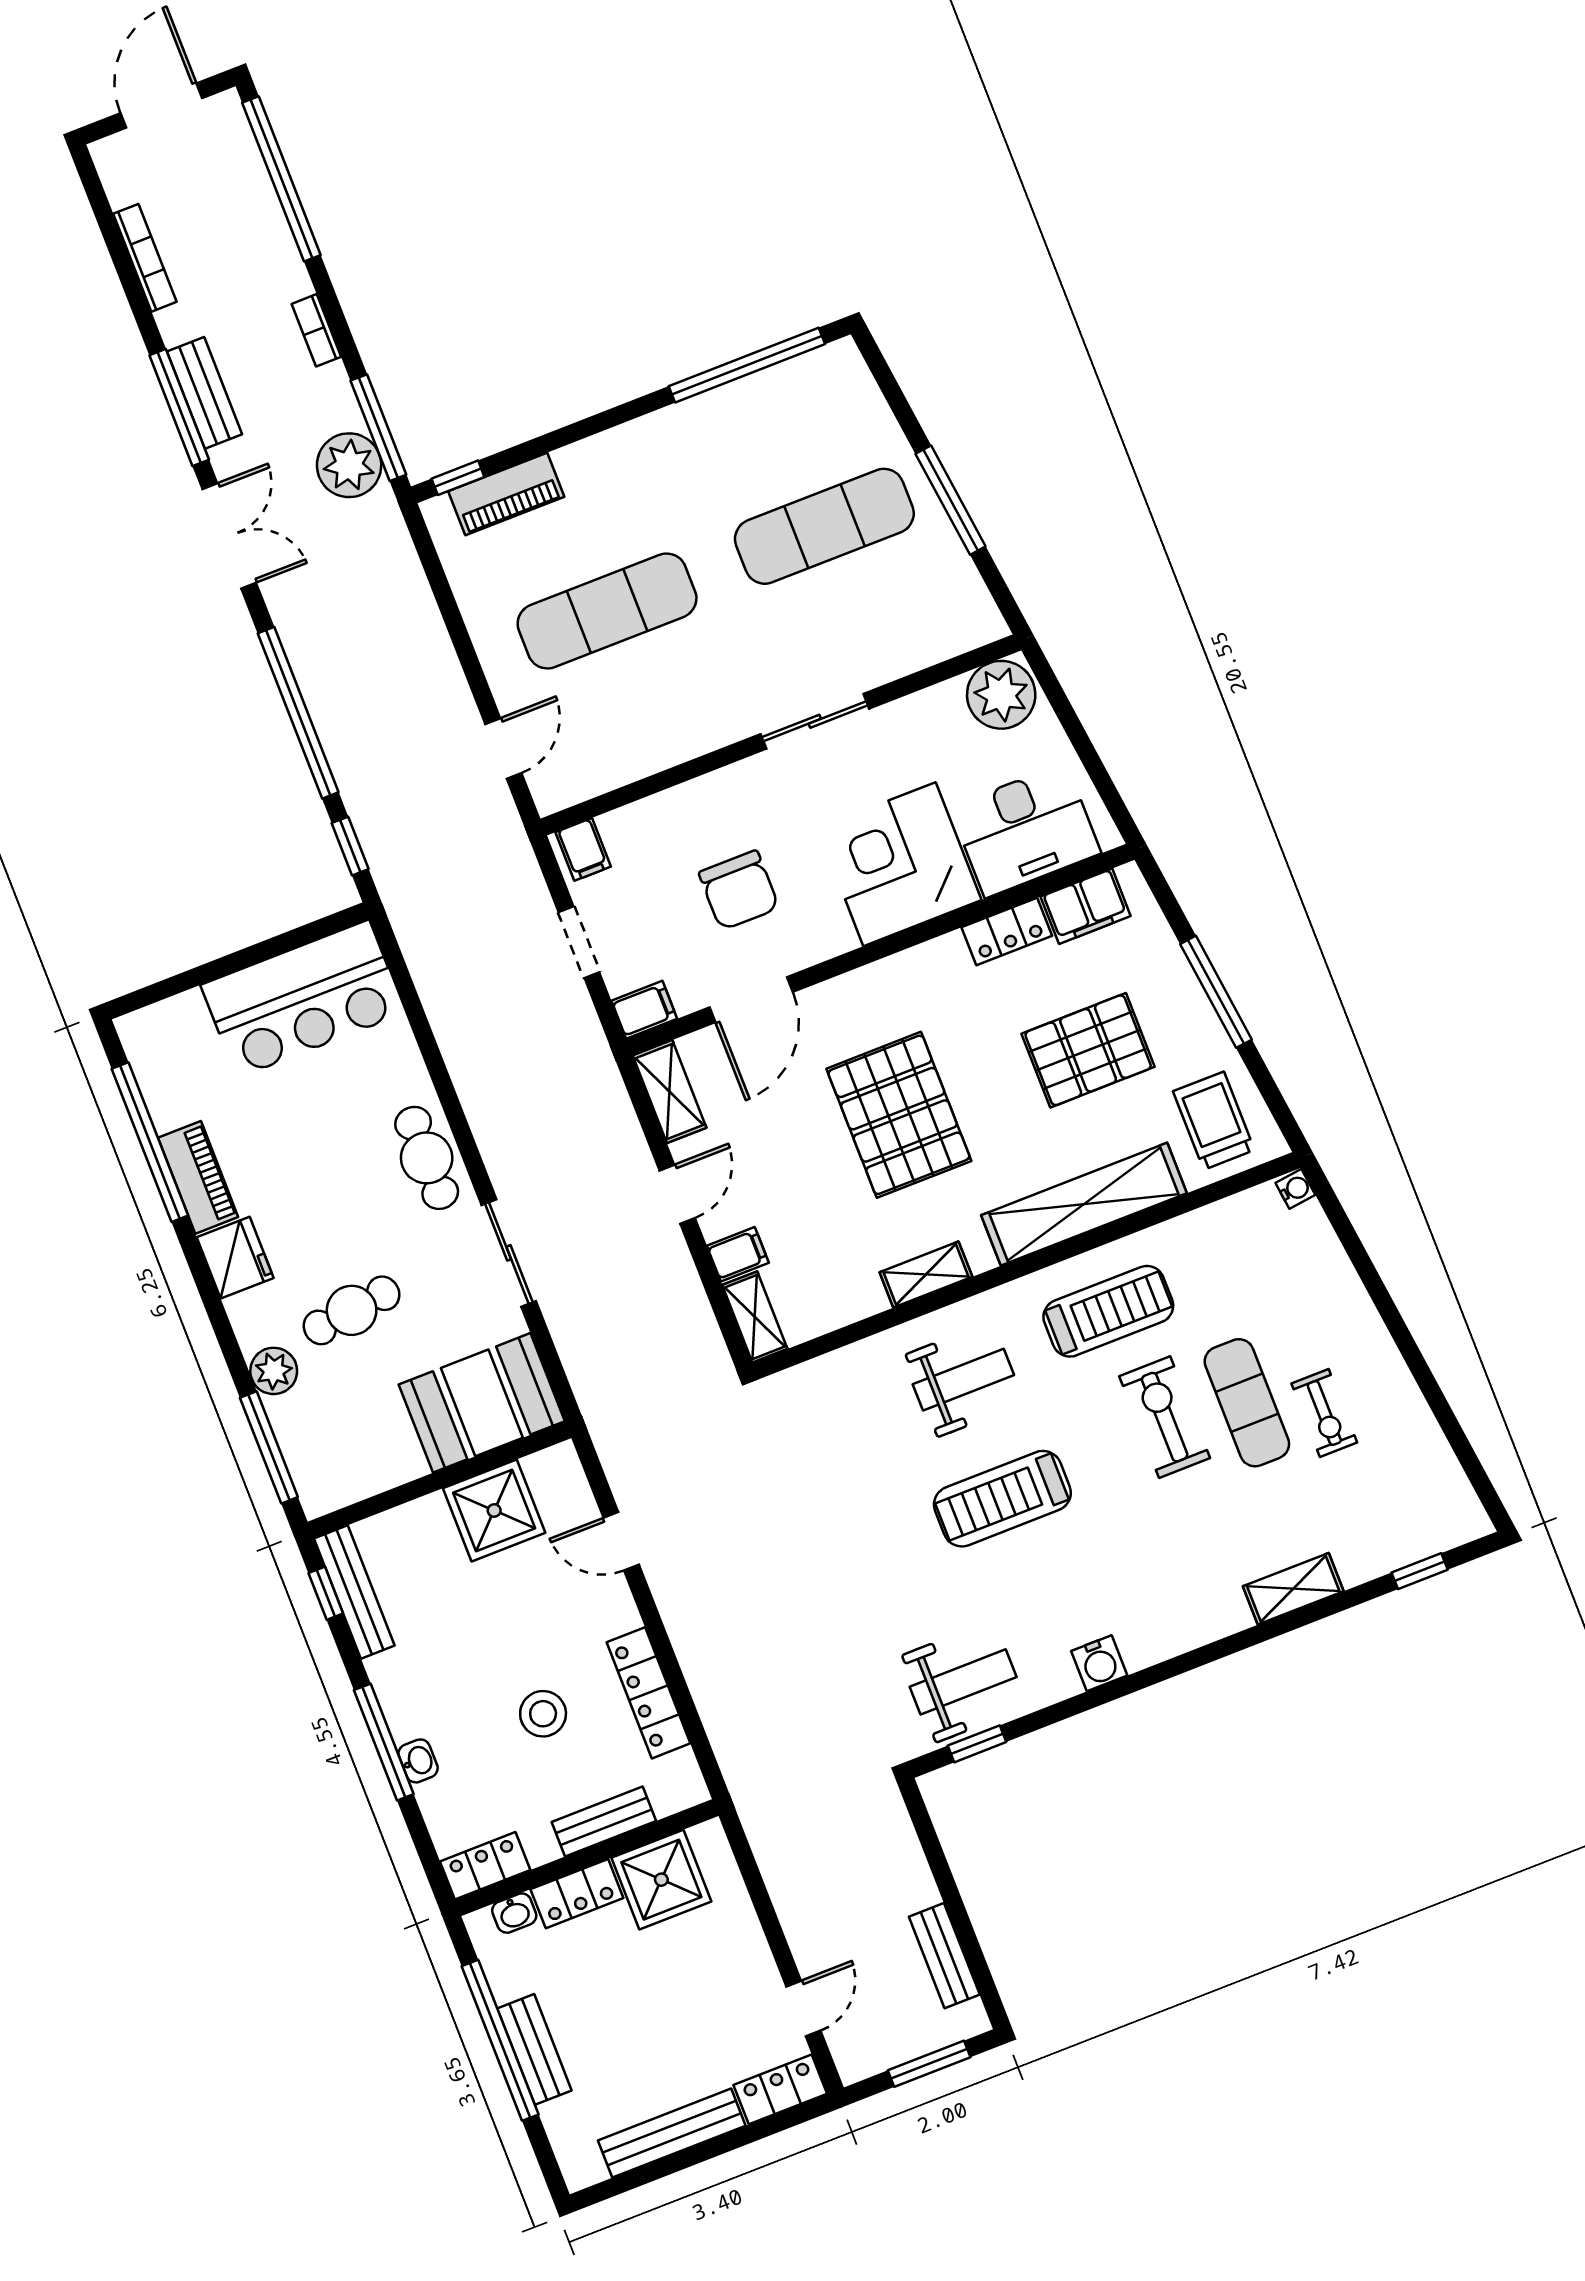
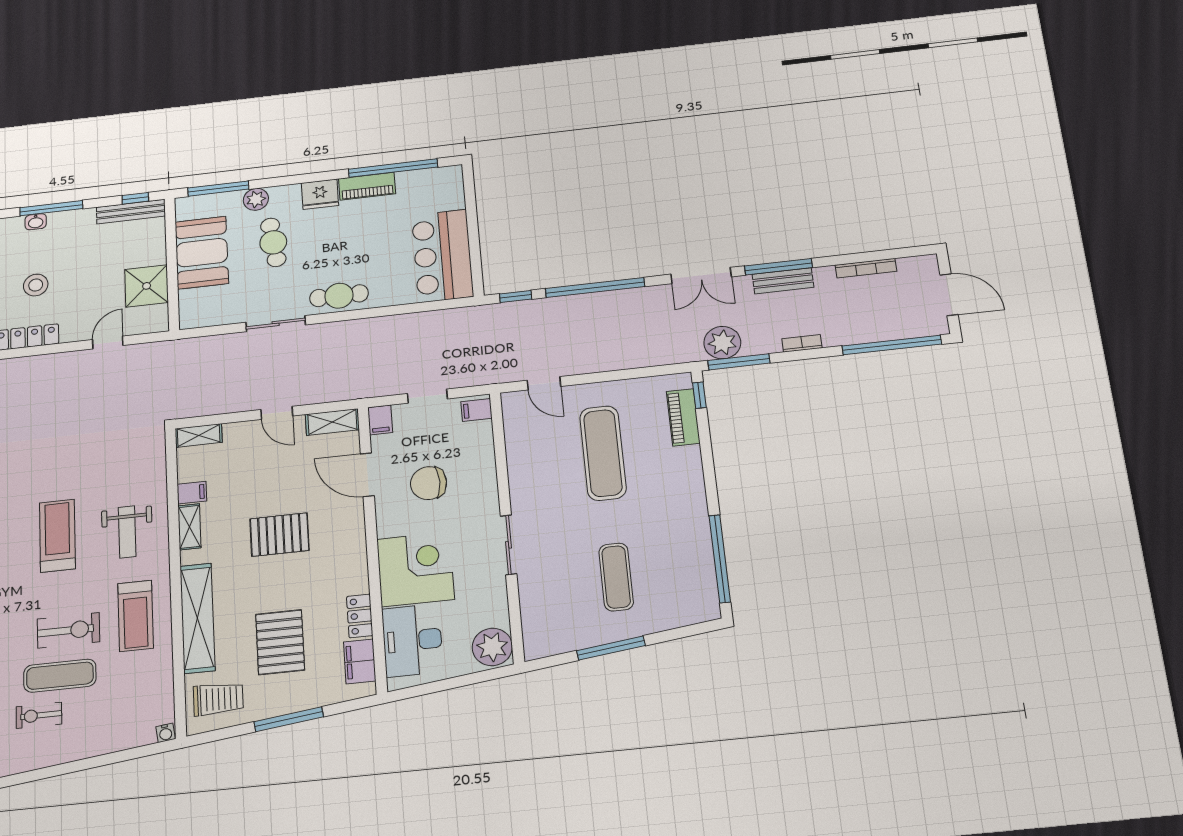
exercise mat: (824, 526) -> (616, 577), width x0.73, depth x0.69
pallet: (899, 1115) -> (279, 535), width x0.73, depth x0.71
filing cabinet: (738, 1254) -> (192, 493), moved, turned -90
booth: (482, 1403) -> (202, 253), moved

